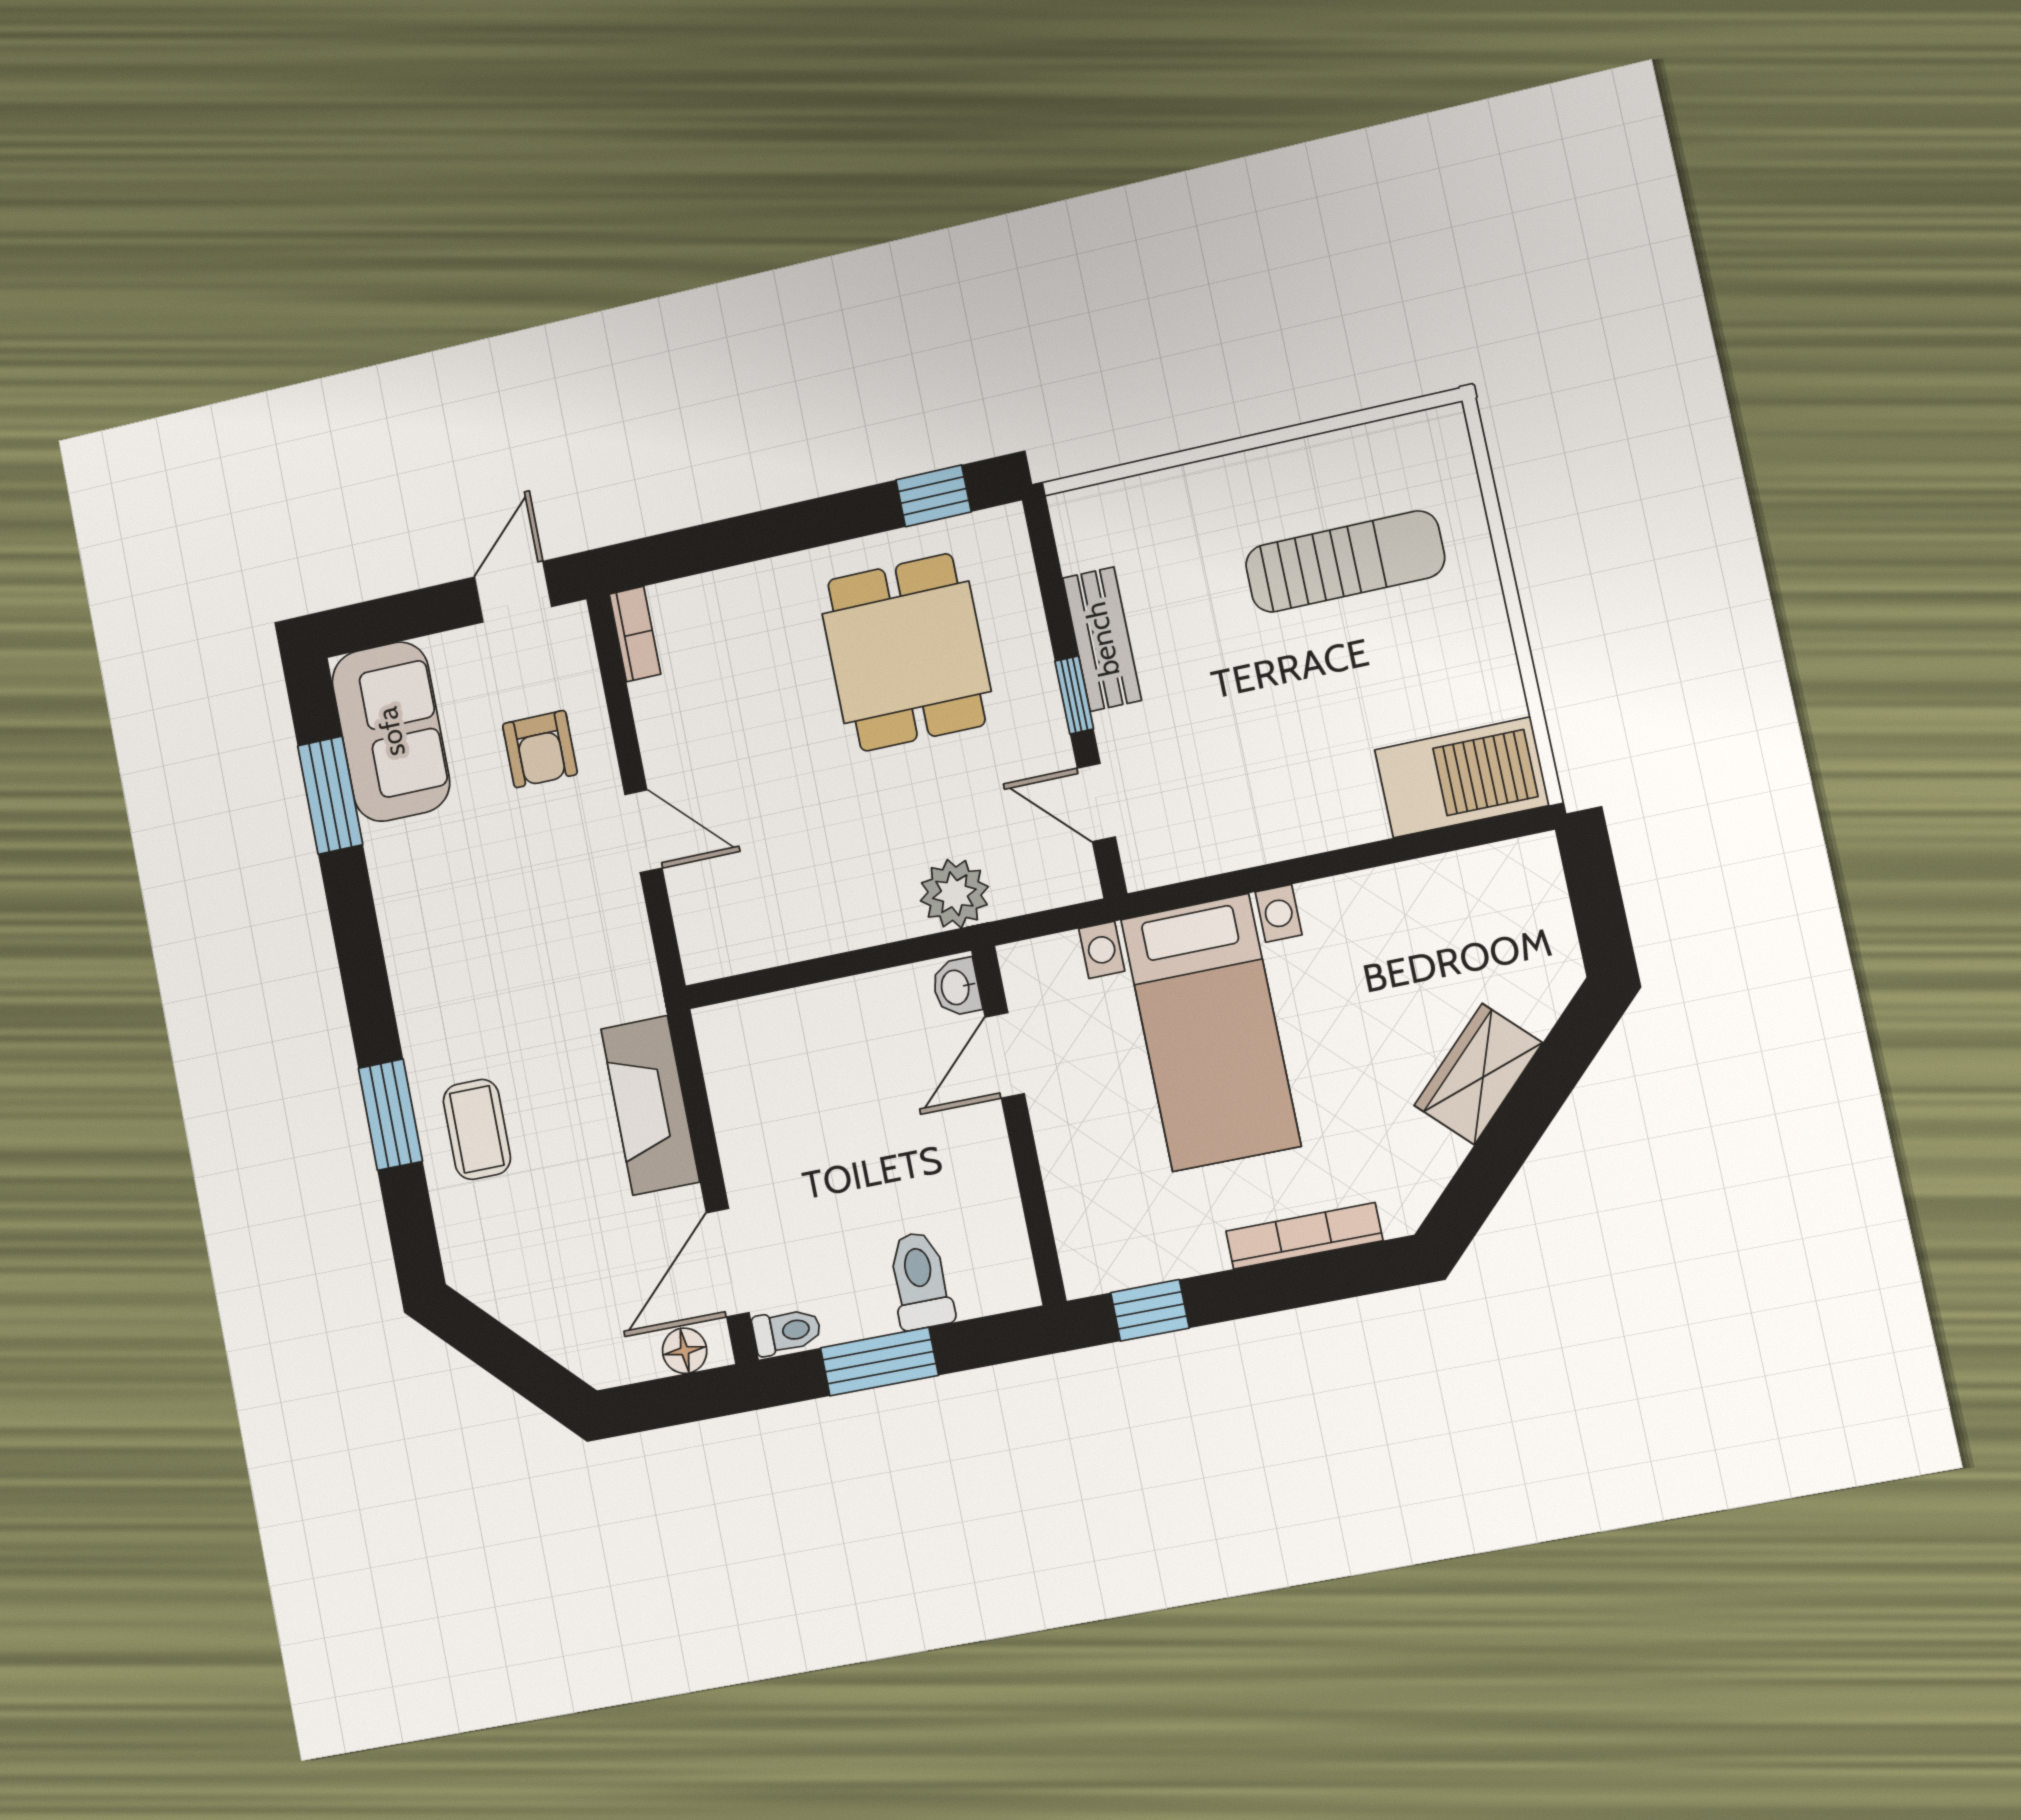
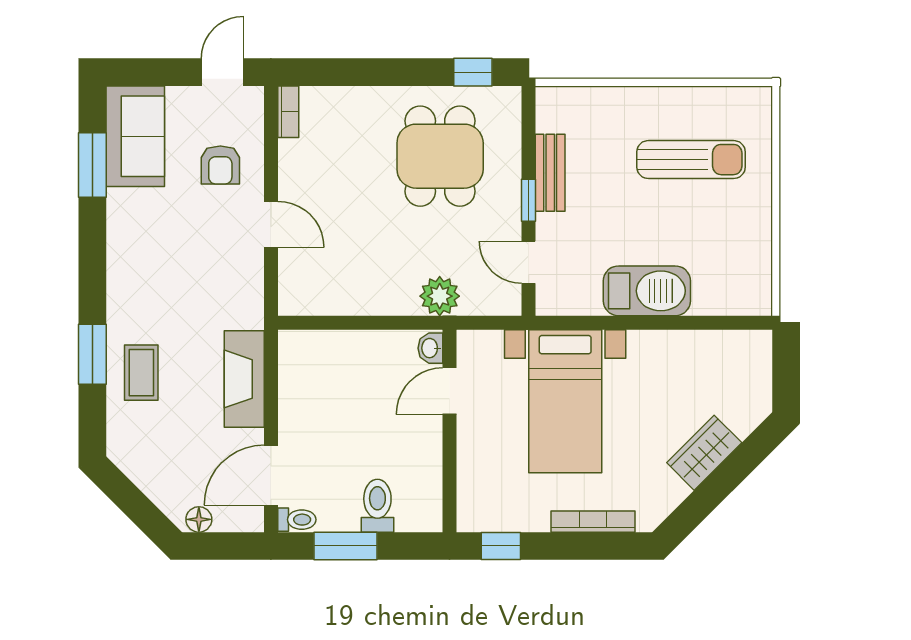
barbecue: (1462, 777) -> (647, 291), moved
floor lamp: (685, 1351) -> (199, 519), moved

